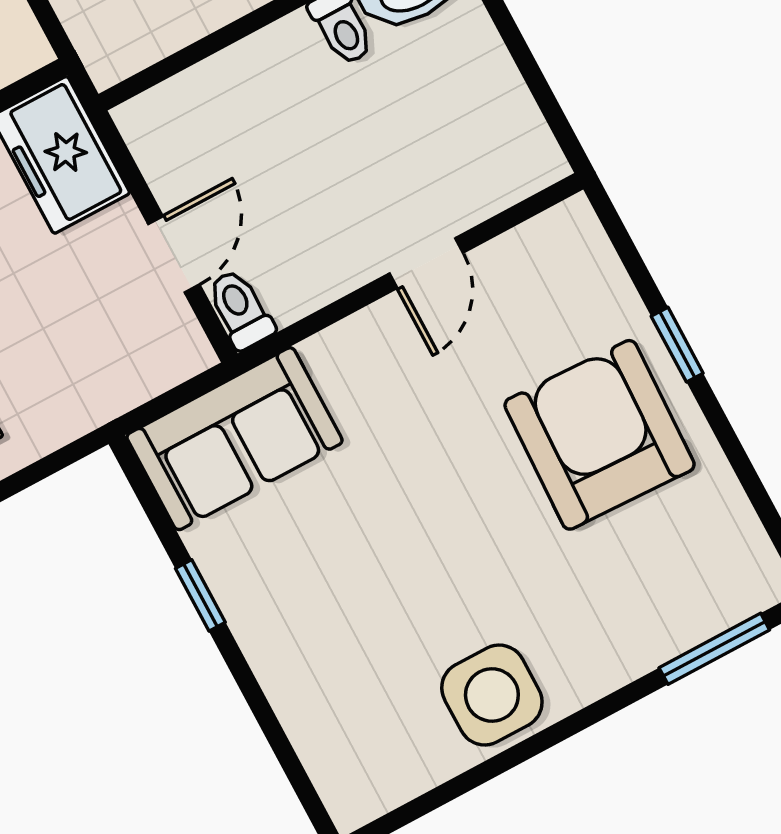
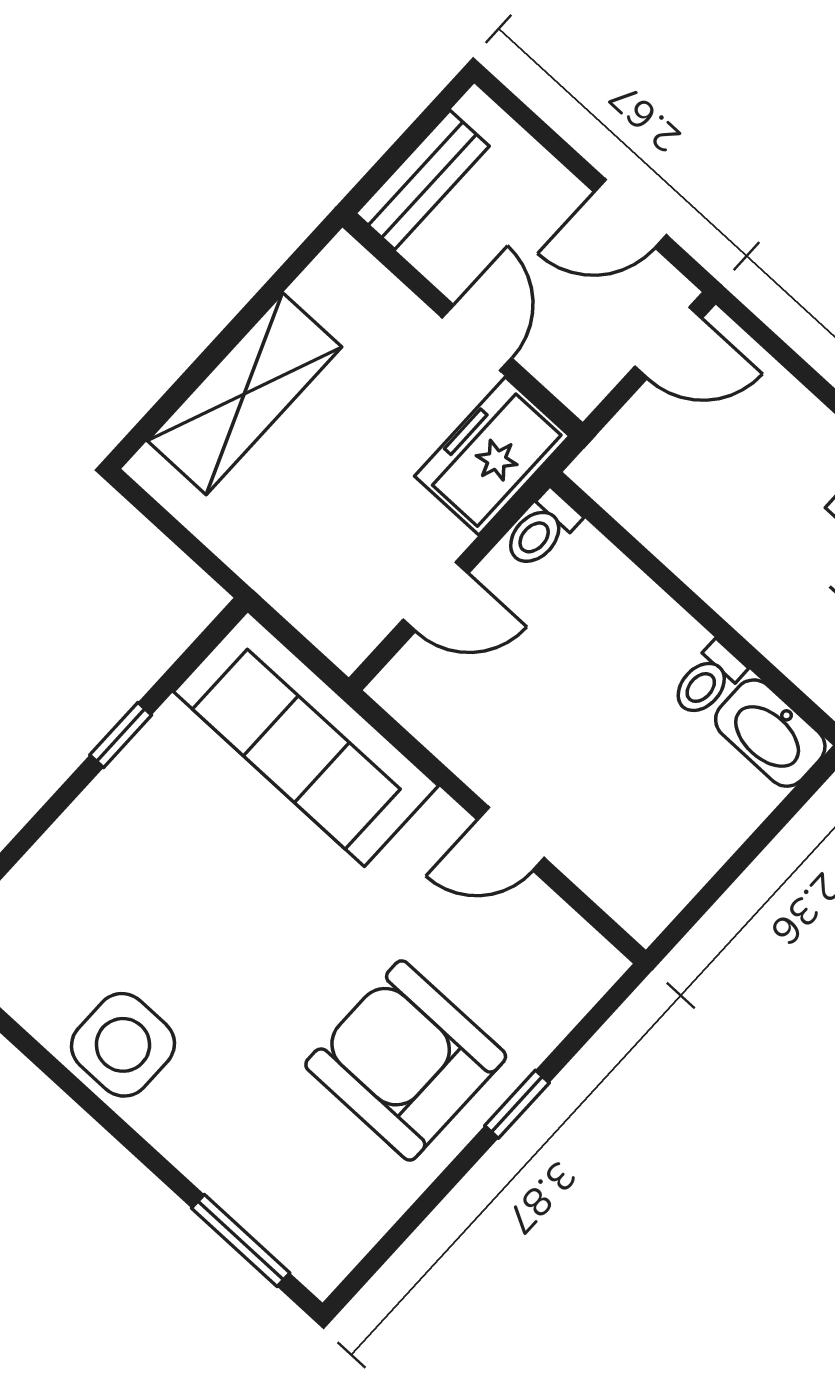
toilet: (240, 309) -> (541, 530), moved, turned 180
armchair: (600, 435) -> (406, 1060), turned -92
sofa: (234, 439) -> (306, 739), width x1.36

